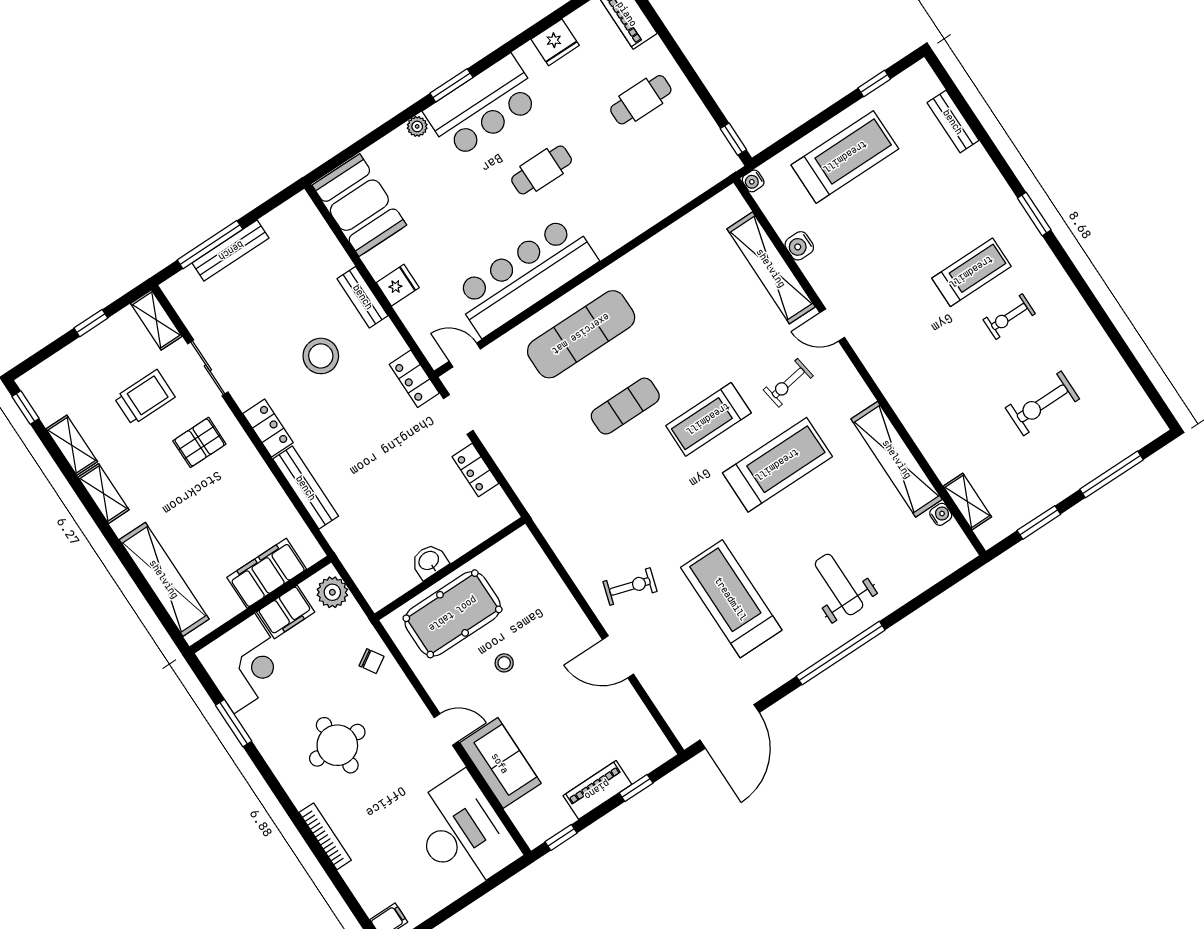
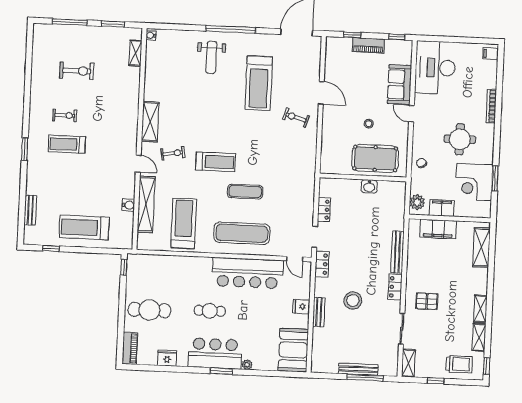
cafe table: (641, 100) -> (149, 310), width x1.37, depth x1.35
water cooler: (753, 181) -> (128, 245), removed
trolley: (145, 397) -> (459, 364), moved, turned 180
shelving: (897, 459) -> (150, 122), moved, width x0.68
treadmill: (777, 465) -> (184, 223), moved, turned 90
water cooler: (941, 514) -> (151, 35), moved
shelving: (164, 579) -> (481, 247), width x0.68
corner desk: (244, 663) -> (474, 182), moved, turned -90

